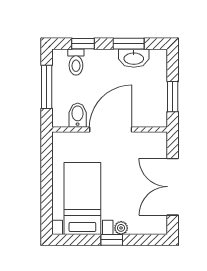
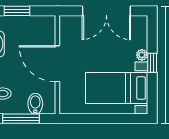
window: (173, 97) -> (17, 11), moved
bidet: (78, 115) -> (35, 104), moved, turned 90

